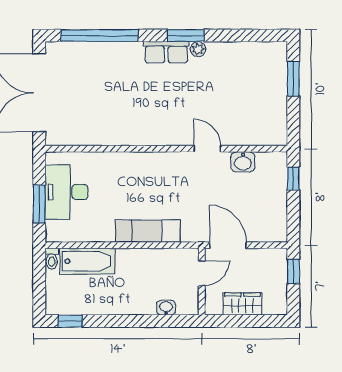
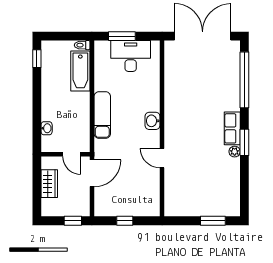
door: (207, 149) -> (162, 158), swing flipped
washbasin: (243, 162) -> (152, 121), moved
window: (293, 179) -> (125, 221), moved

